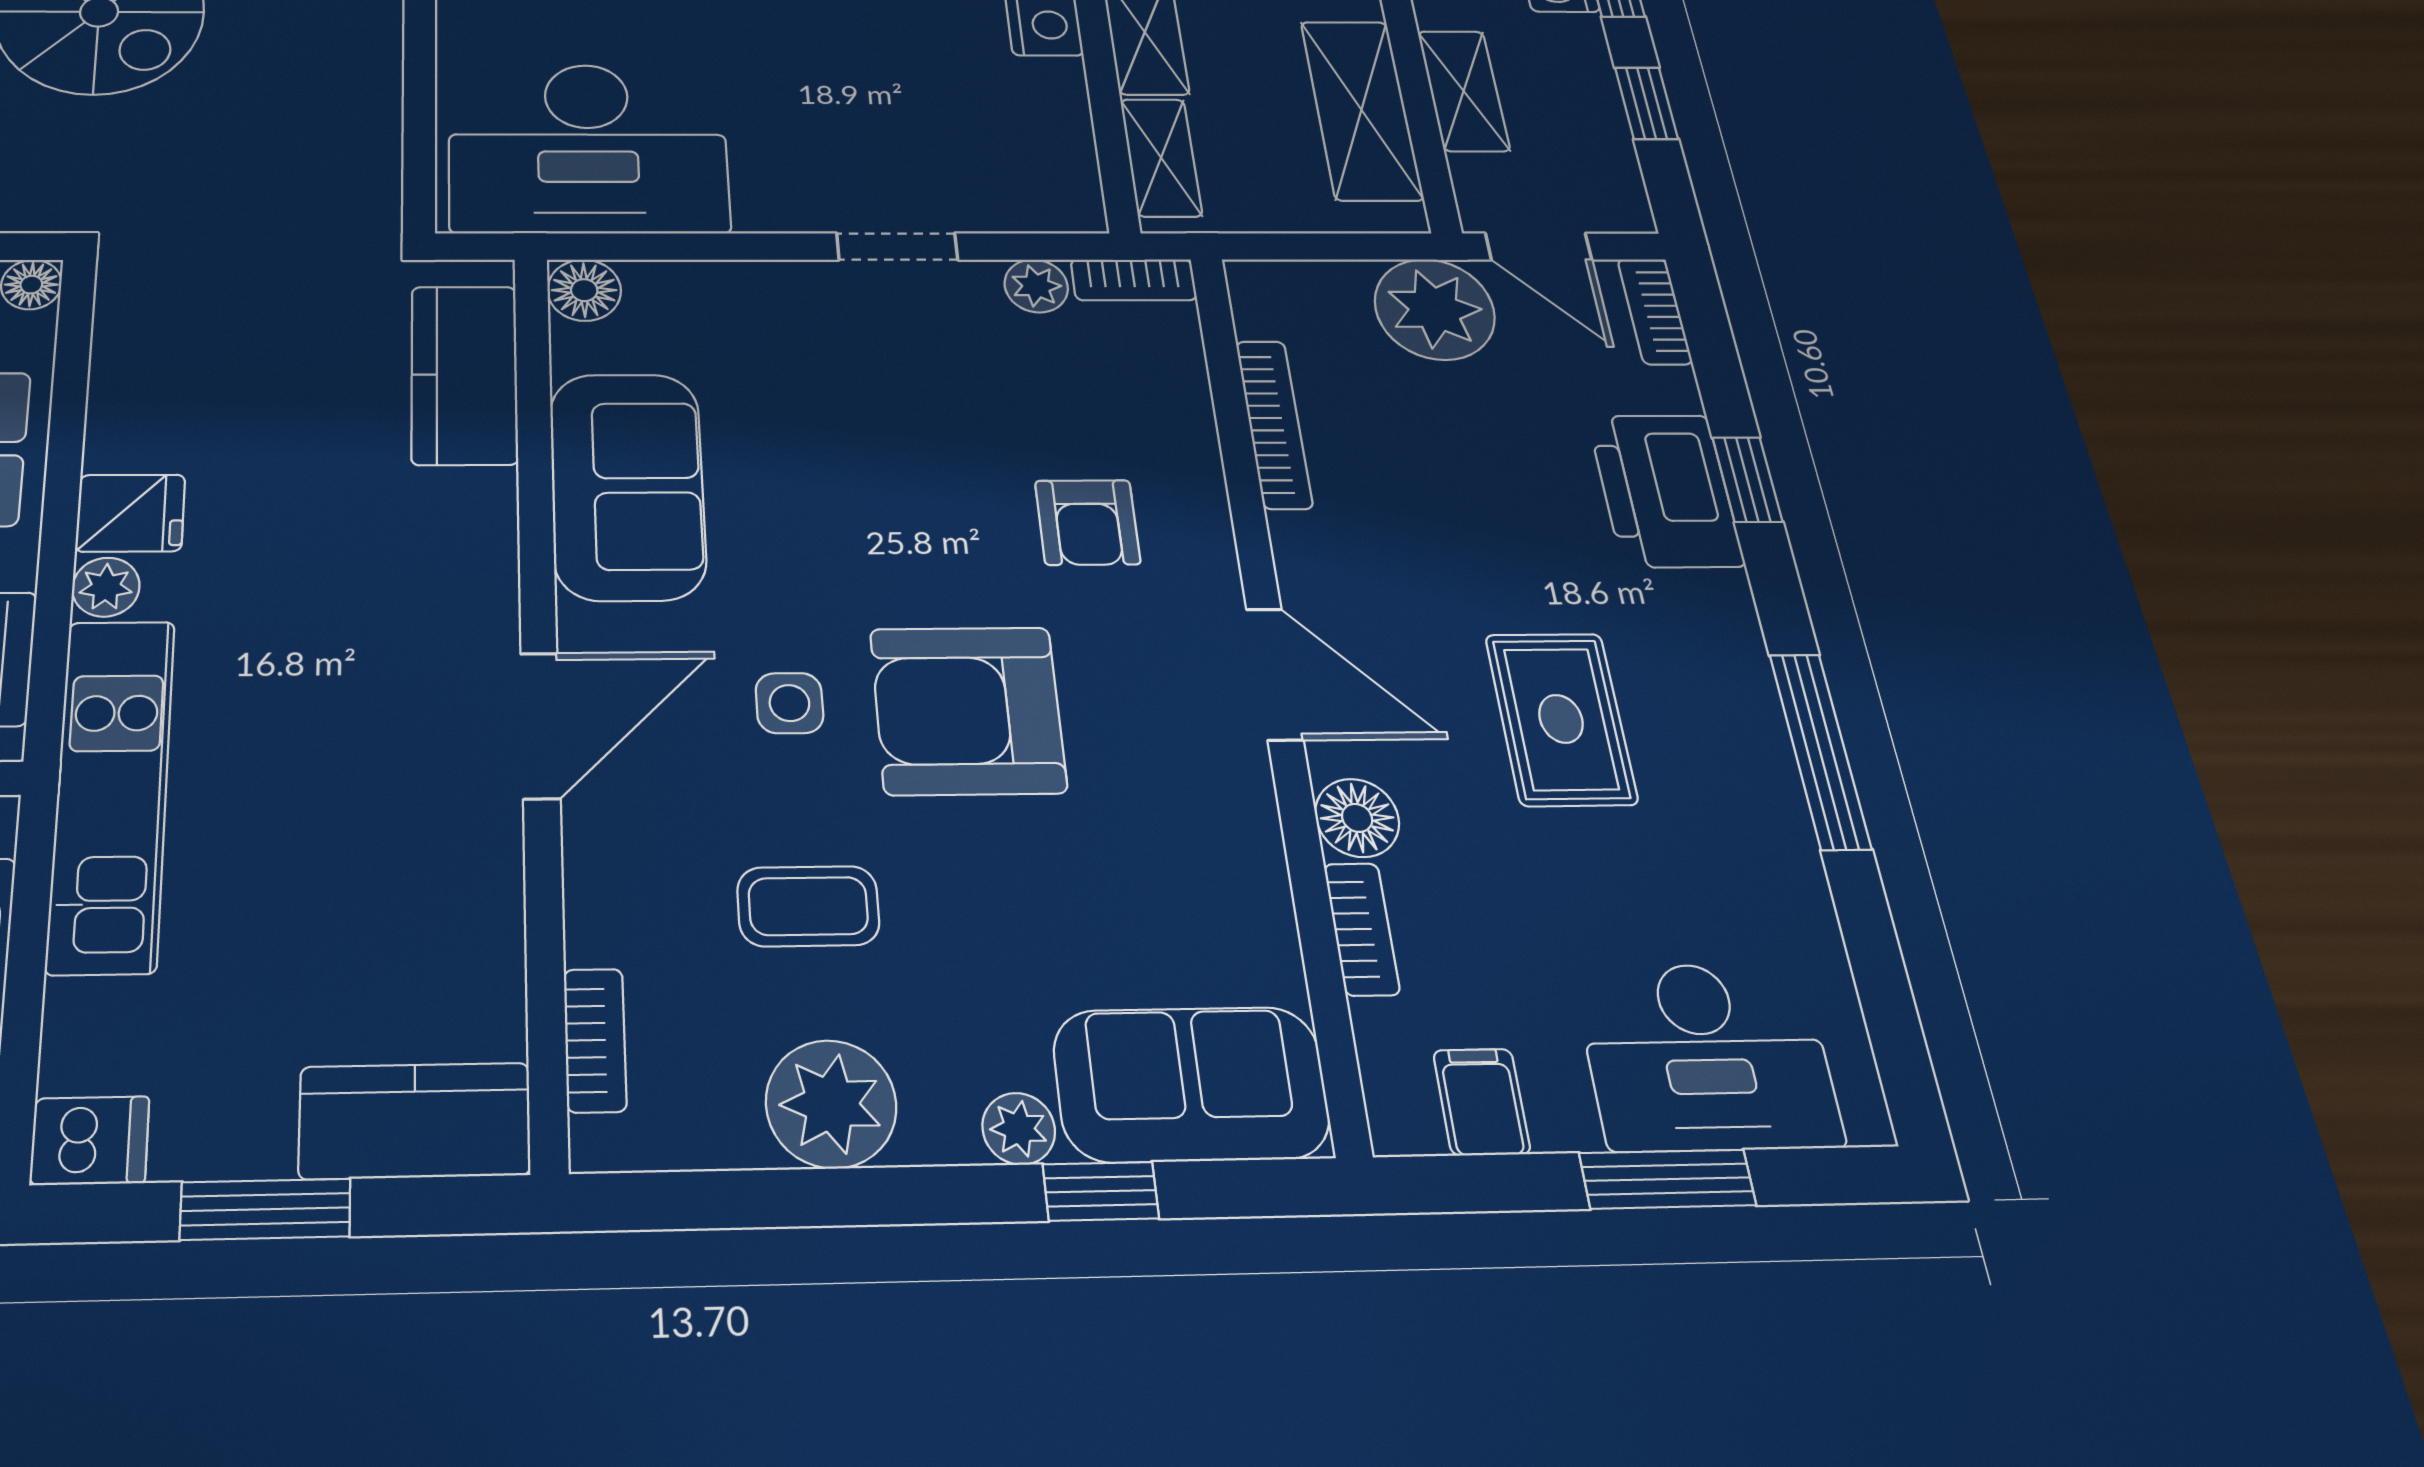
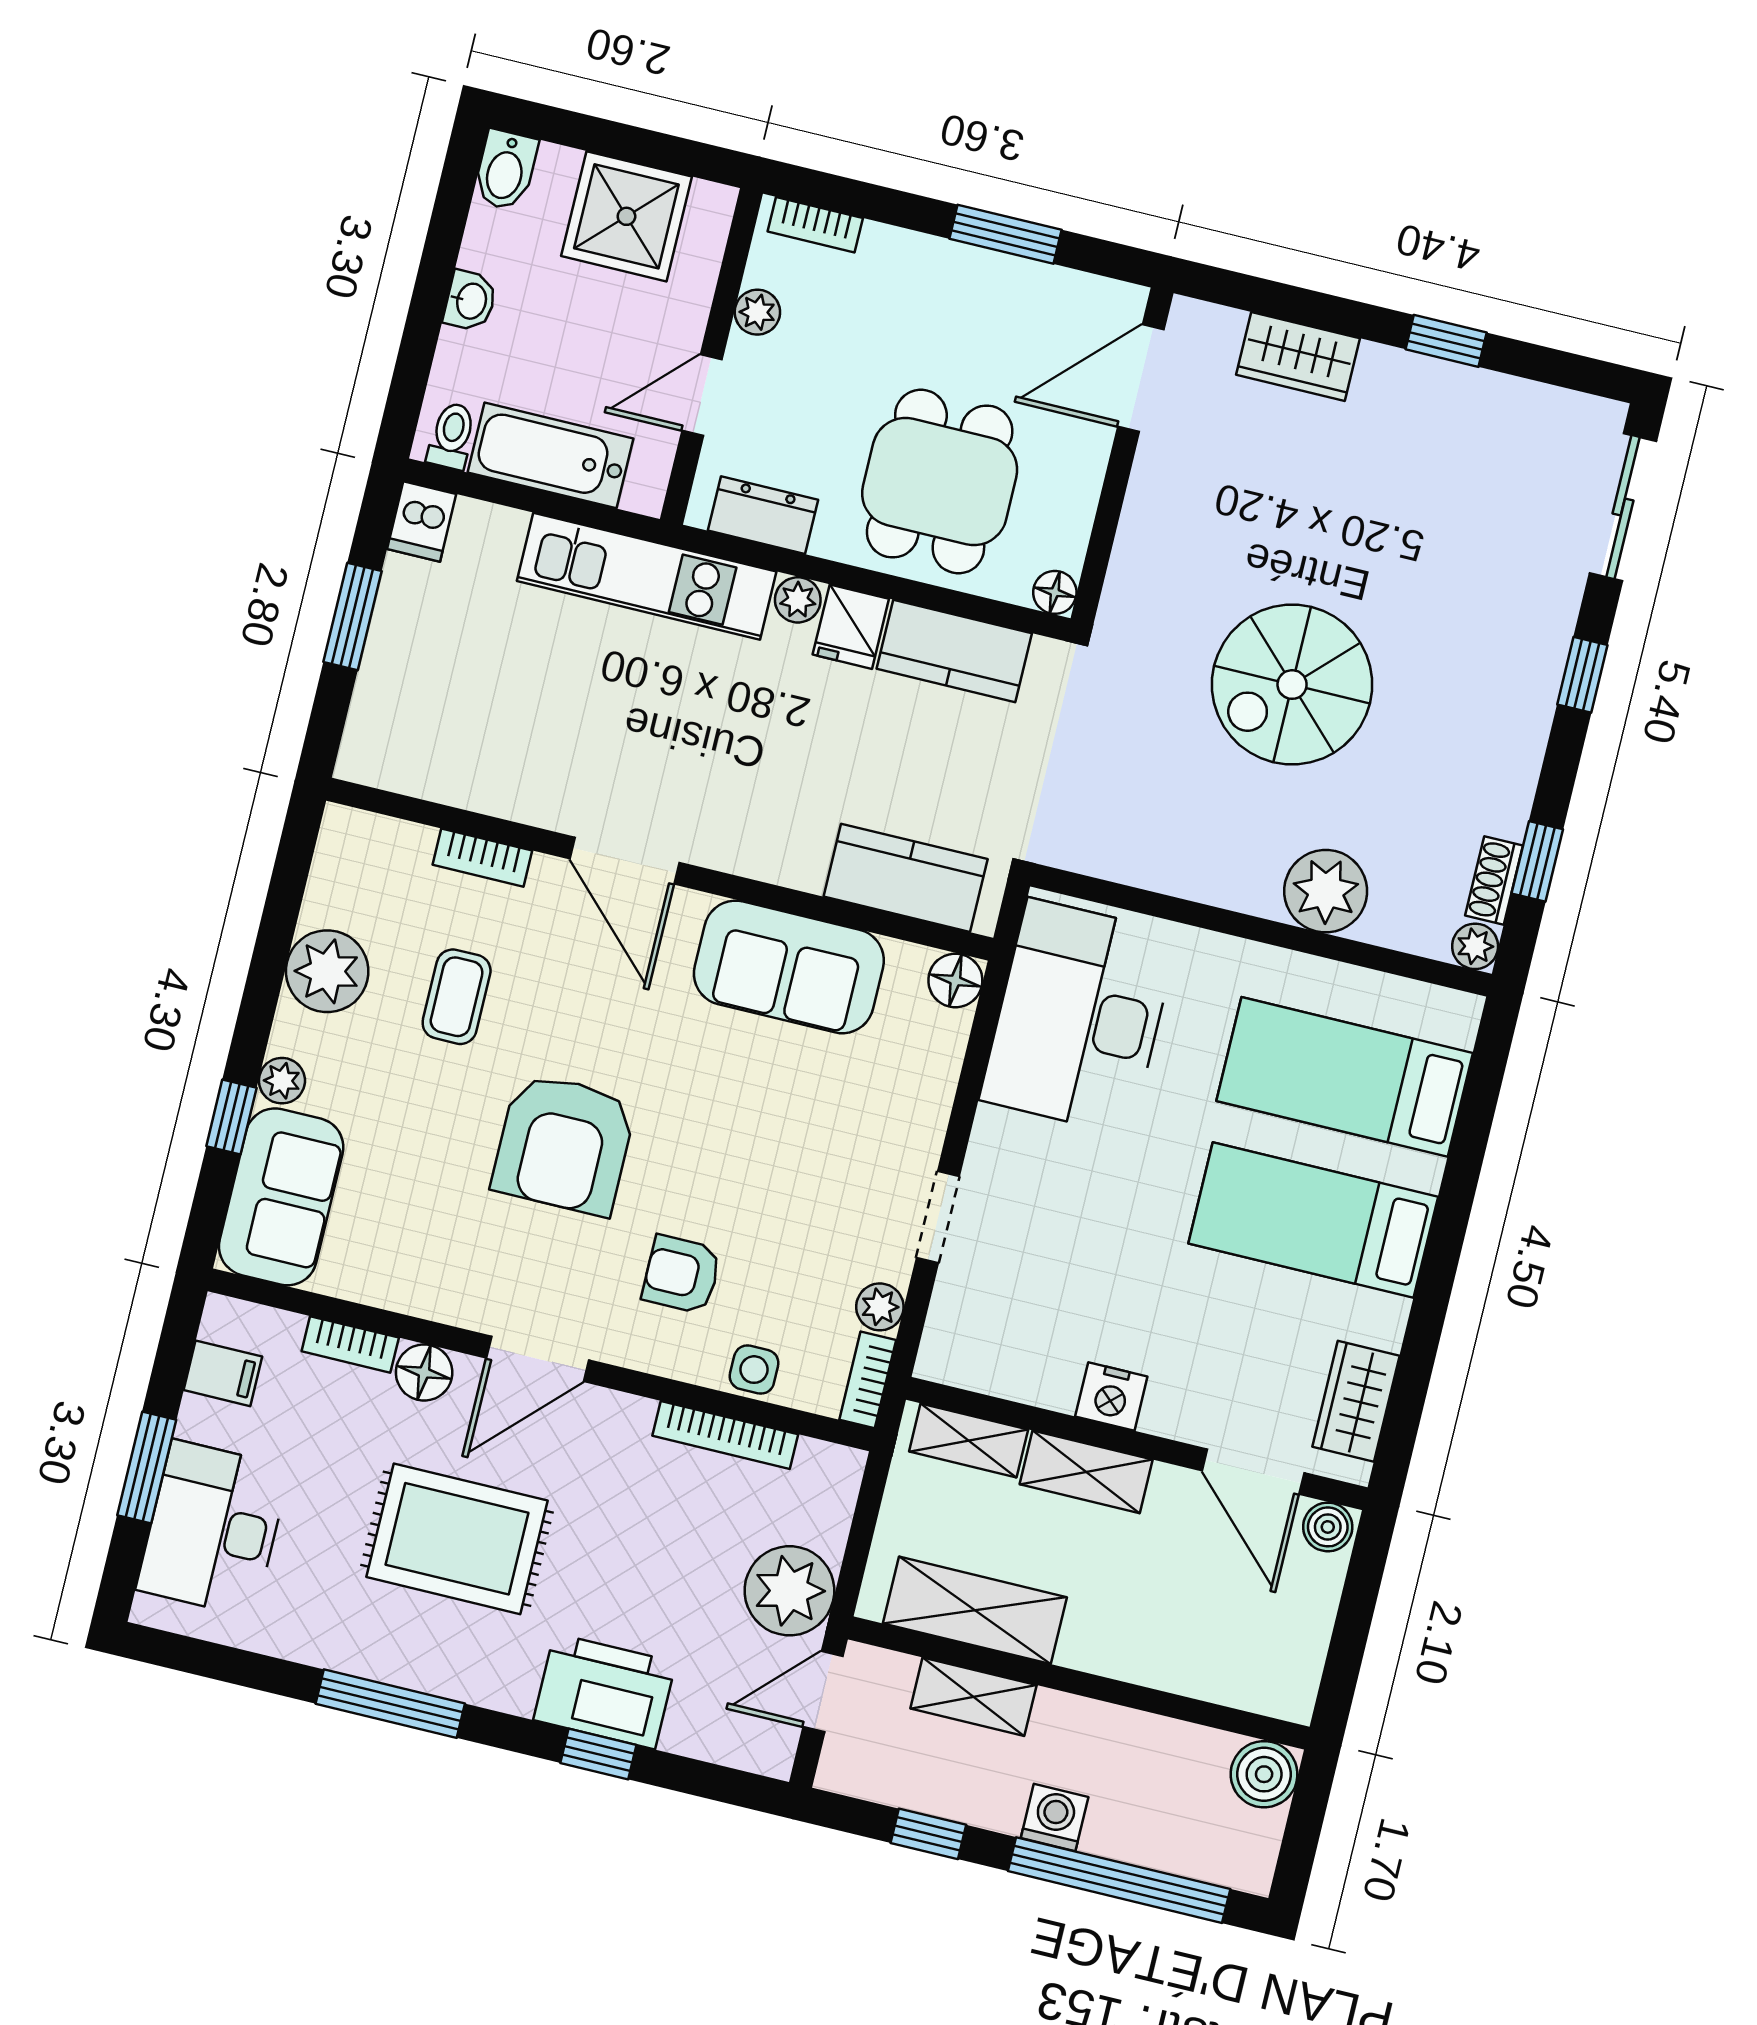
bookcase: (1655, 311) -> (748, 1753), removed
side table: (789, 703) -> (754, 1370), moved
armchair: (968, 710) -> (564, 1144), turned 180
rug: (1561, 719) -> (457, 1539), width x1.36, depth x1.43
bookcase: (595, 1040) -> (482, 858), moved
kitchen counter: (415, 1121) -> (954, 651), moved, turned 90

